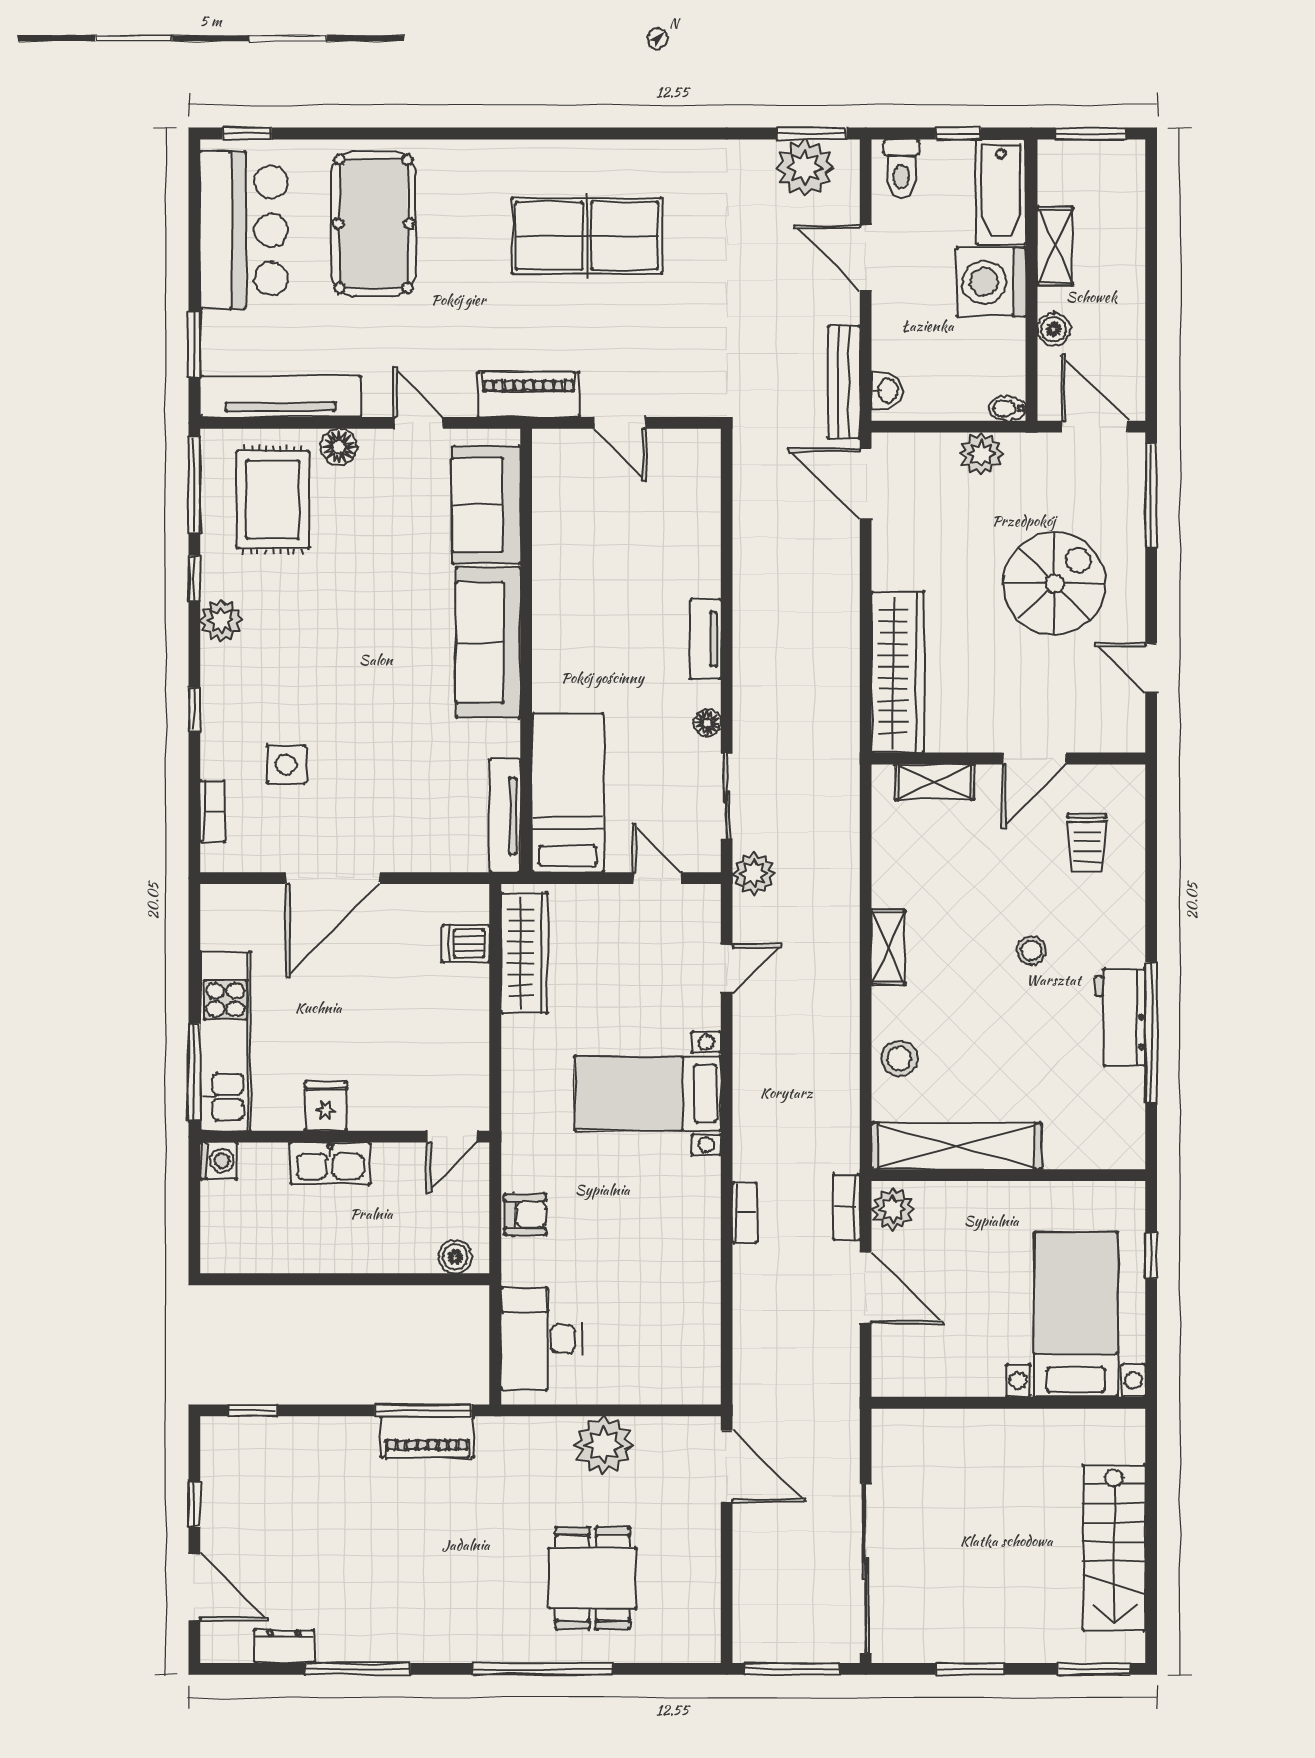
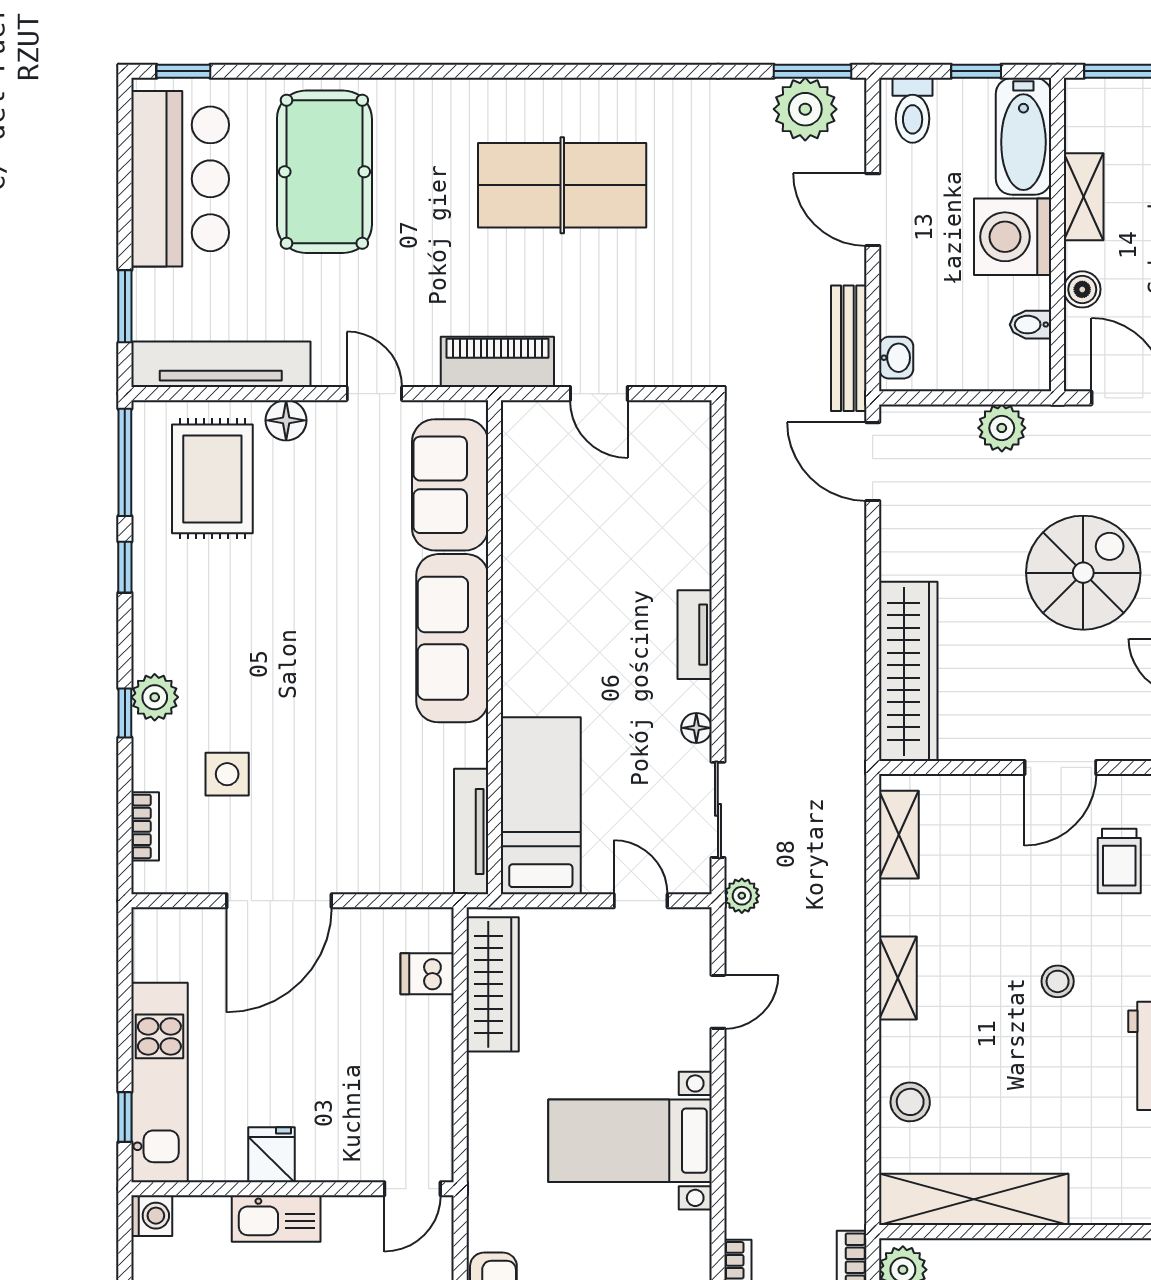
bidet: (1007, 408) -> (1031, 325), moved
plant: (221, 621) -> (155, 697), moved
shelving: (934, 782) -> (899, 835), moved, turned 90
plant: (754, 874) -> (742, 896), width x0.73, depth x0.73
window: (194, 1072) -> (125, 1117), width x0.46

